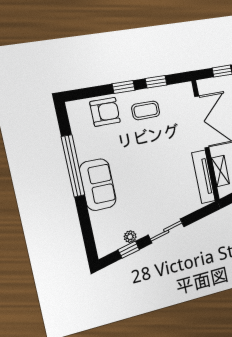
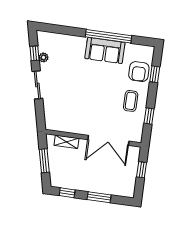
window: (124, 87) -> (155, 74), moved
tv unit: (203, 177) -> (67, 127), removed
sofa: (98, 185) -> (105, 50), moved

